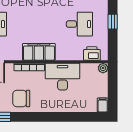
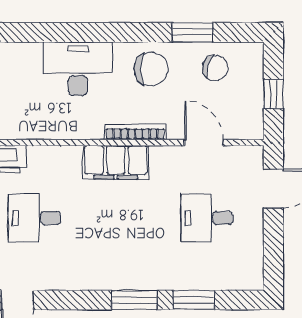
desk: (63, 77) -> (78, 69), moved, turned 180

